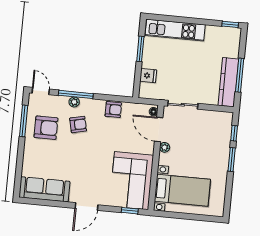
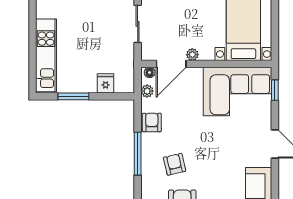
window: (76, 94) -> (138, 154), moved
plant: (74, 102) -> (147, 91), moved
sliding door: (183, 105) -> (138, 24), moved

